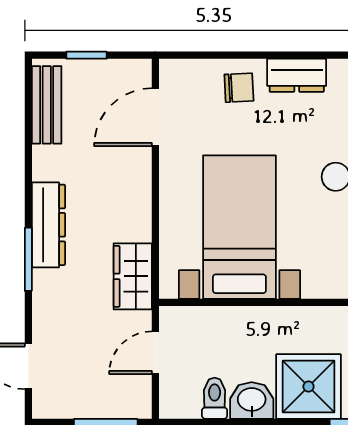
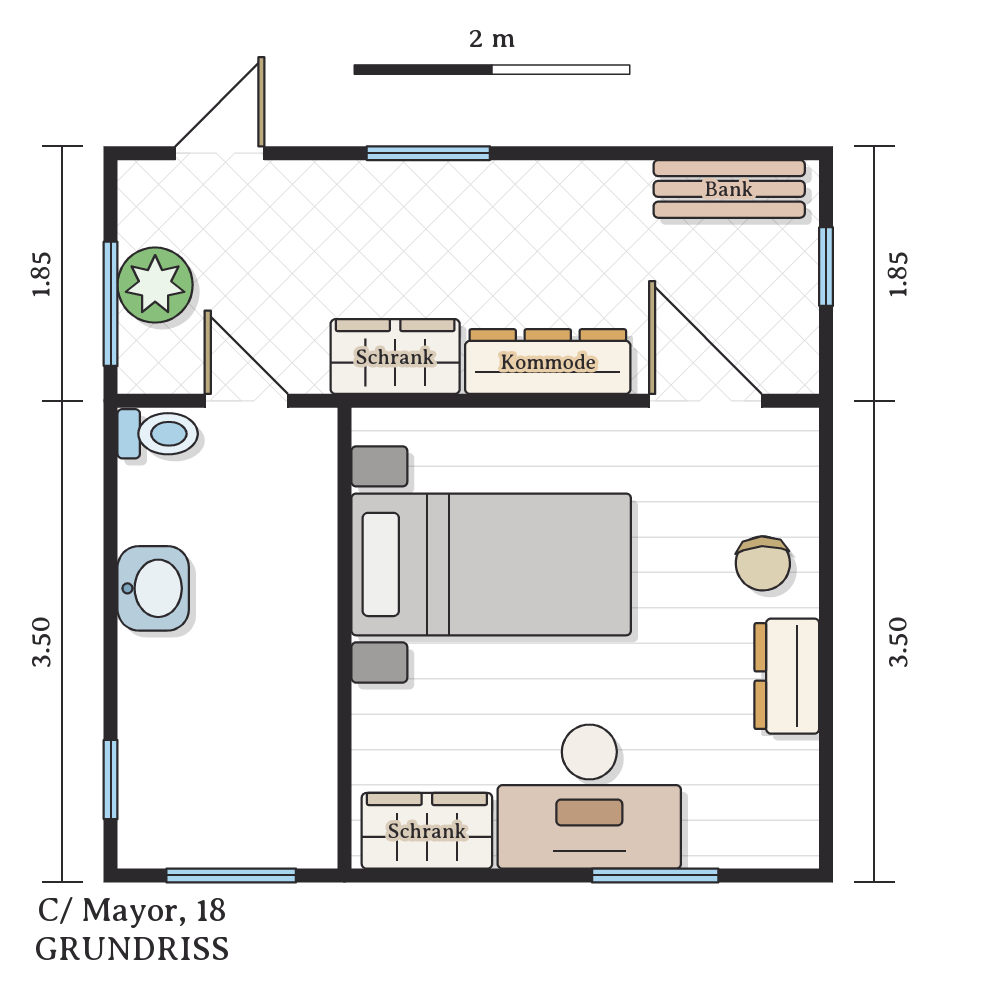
dresser: (48, 225) -> (548, 362), moved, turned 180
shower: (309, 387) -> (180, 699), removed
toilet: (215, 398) -> (158, 434), moved
plant: (96, 400) -> (155, 285), added

